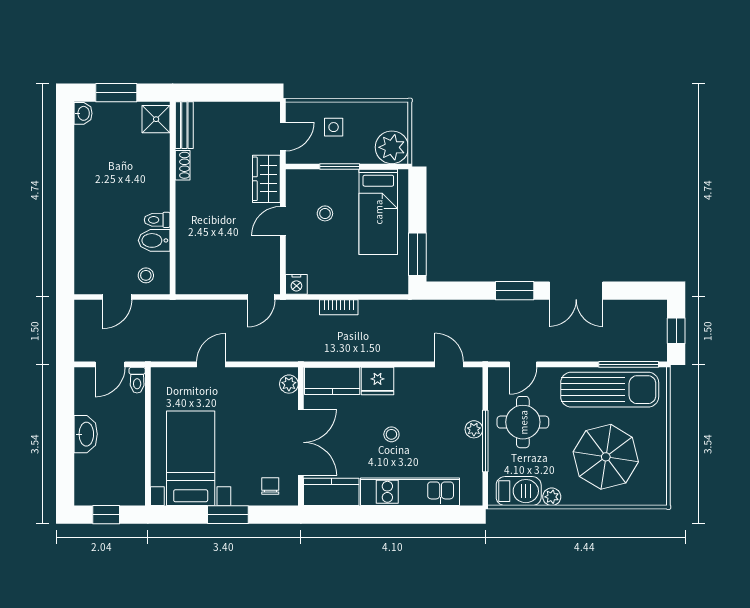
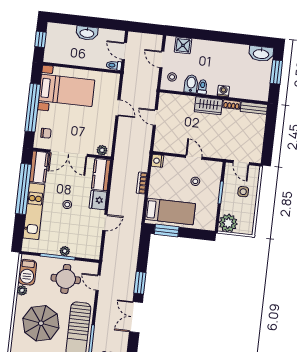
washbasin: (83, 113) -> (261, 54), width x1.91, depth x1.45
shower: (156, 119) -> (183, 45), moved
wardrobe: (266, 179) -> (208, 106), moved, turned 180
washing machine: (160, 182) -> (223, 91), added
bed: (378, 212) -> (170, 211), moved, turned 180
door: (261, 297) -> (155, 118), moved
door: (449, 364) -> (105, 222), moved
window: (228, 515) -> (33, 108), width x2.11
window: (373, 515) -> (23, 189), added

